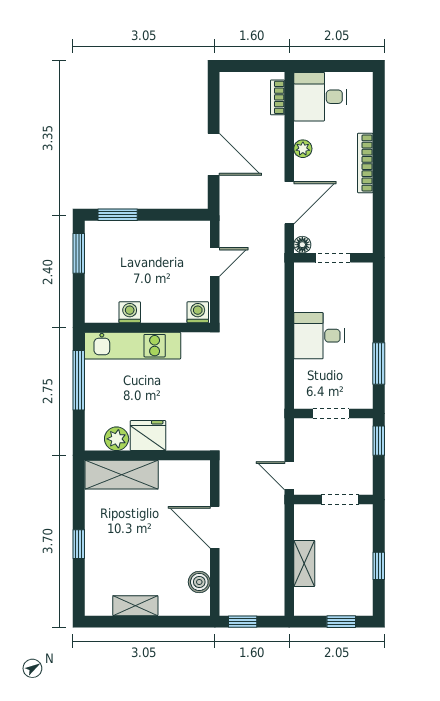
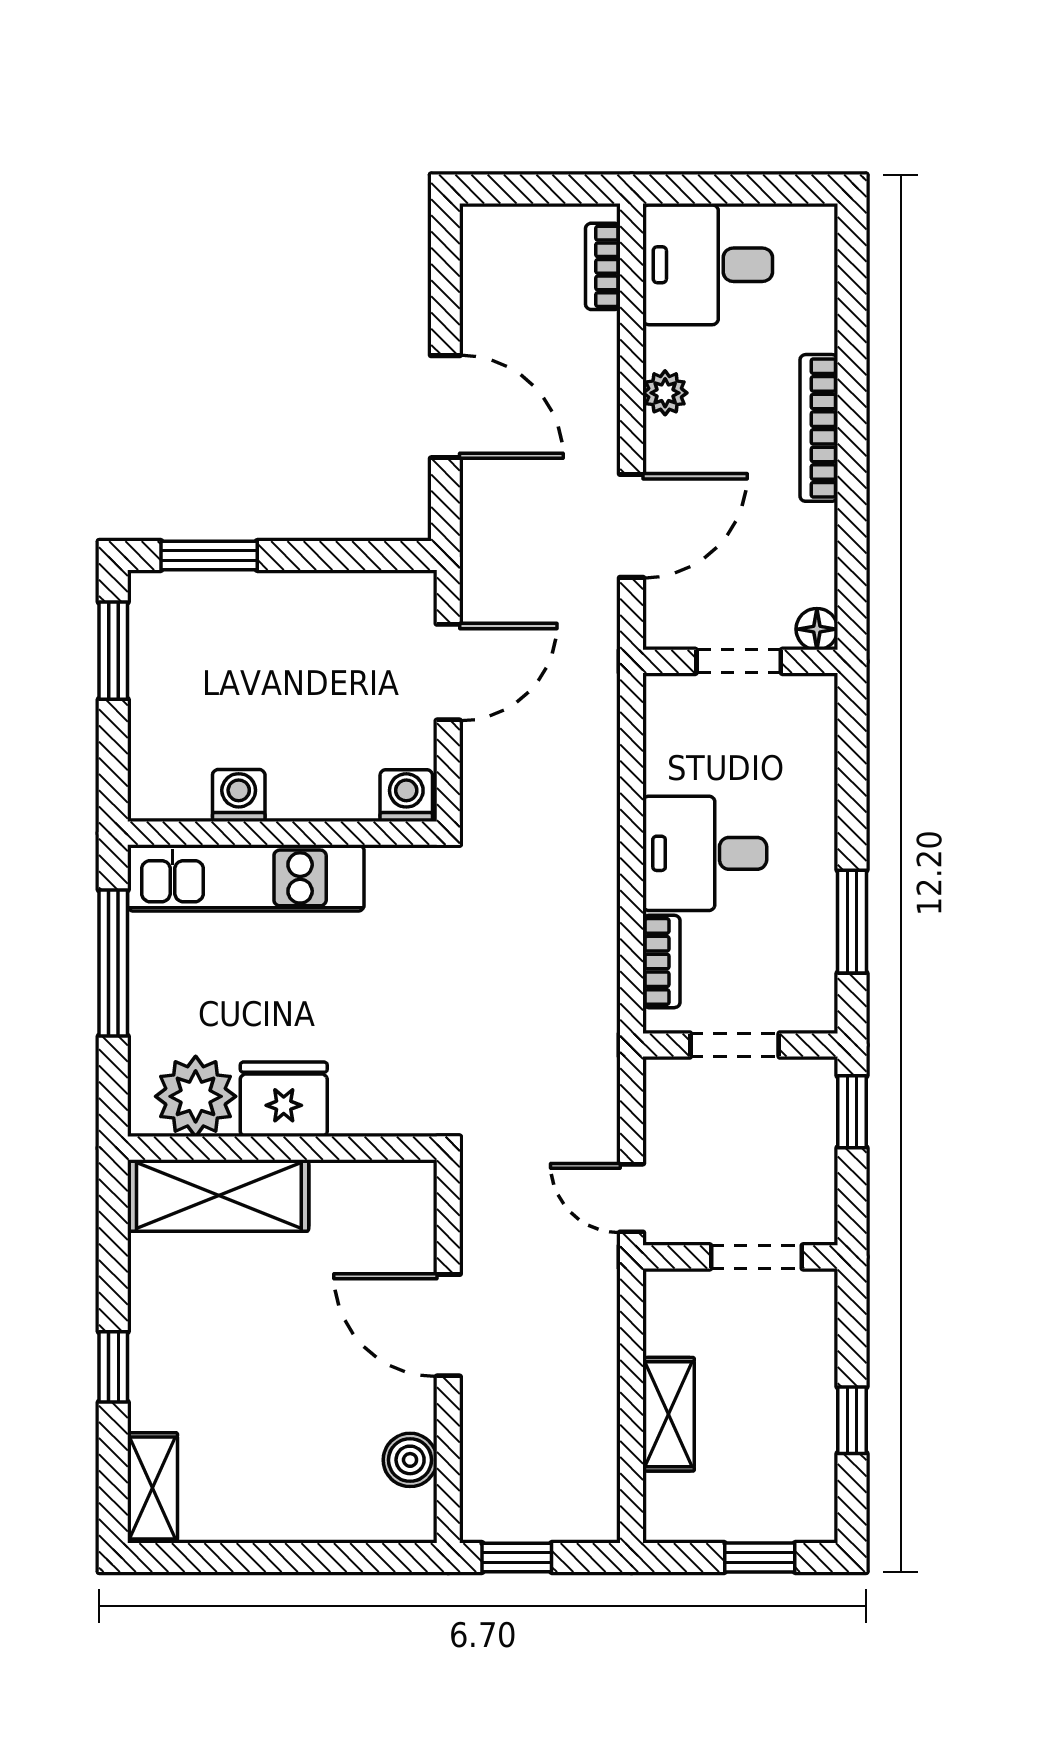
floor lamp: (302, 245) -> (817, 629), moved
door: (215, 262) -> (448, 672), width x1.38
bookcase: (301, 380) -> (661, 961), added
plant: (117, 439) -> (196, 1096), width x1.36, depth x1.36
shelving: (135, 606) -> (152, 1488), moved, turned 90

